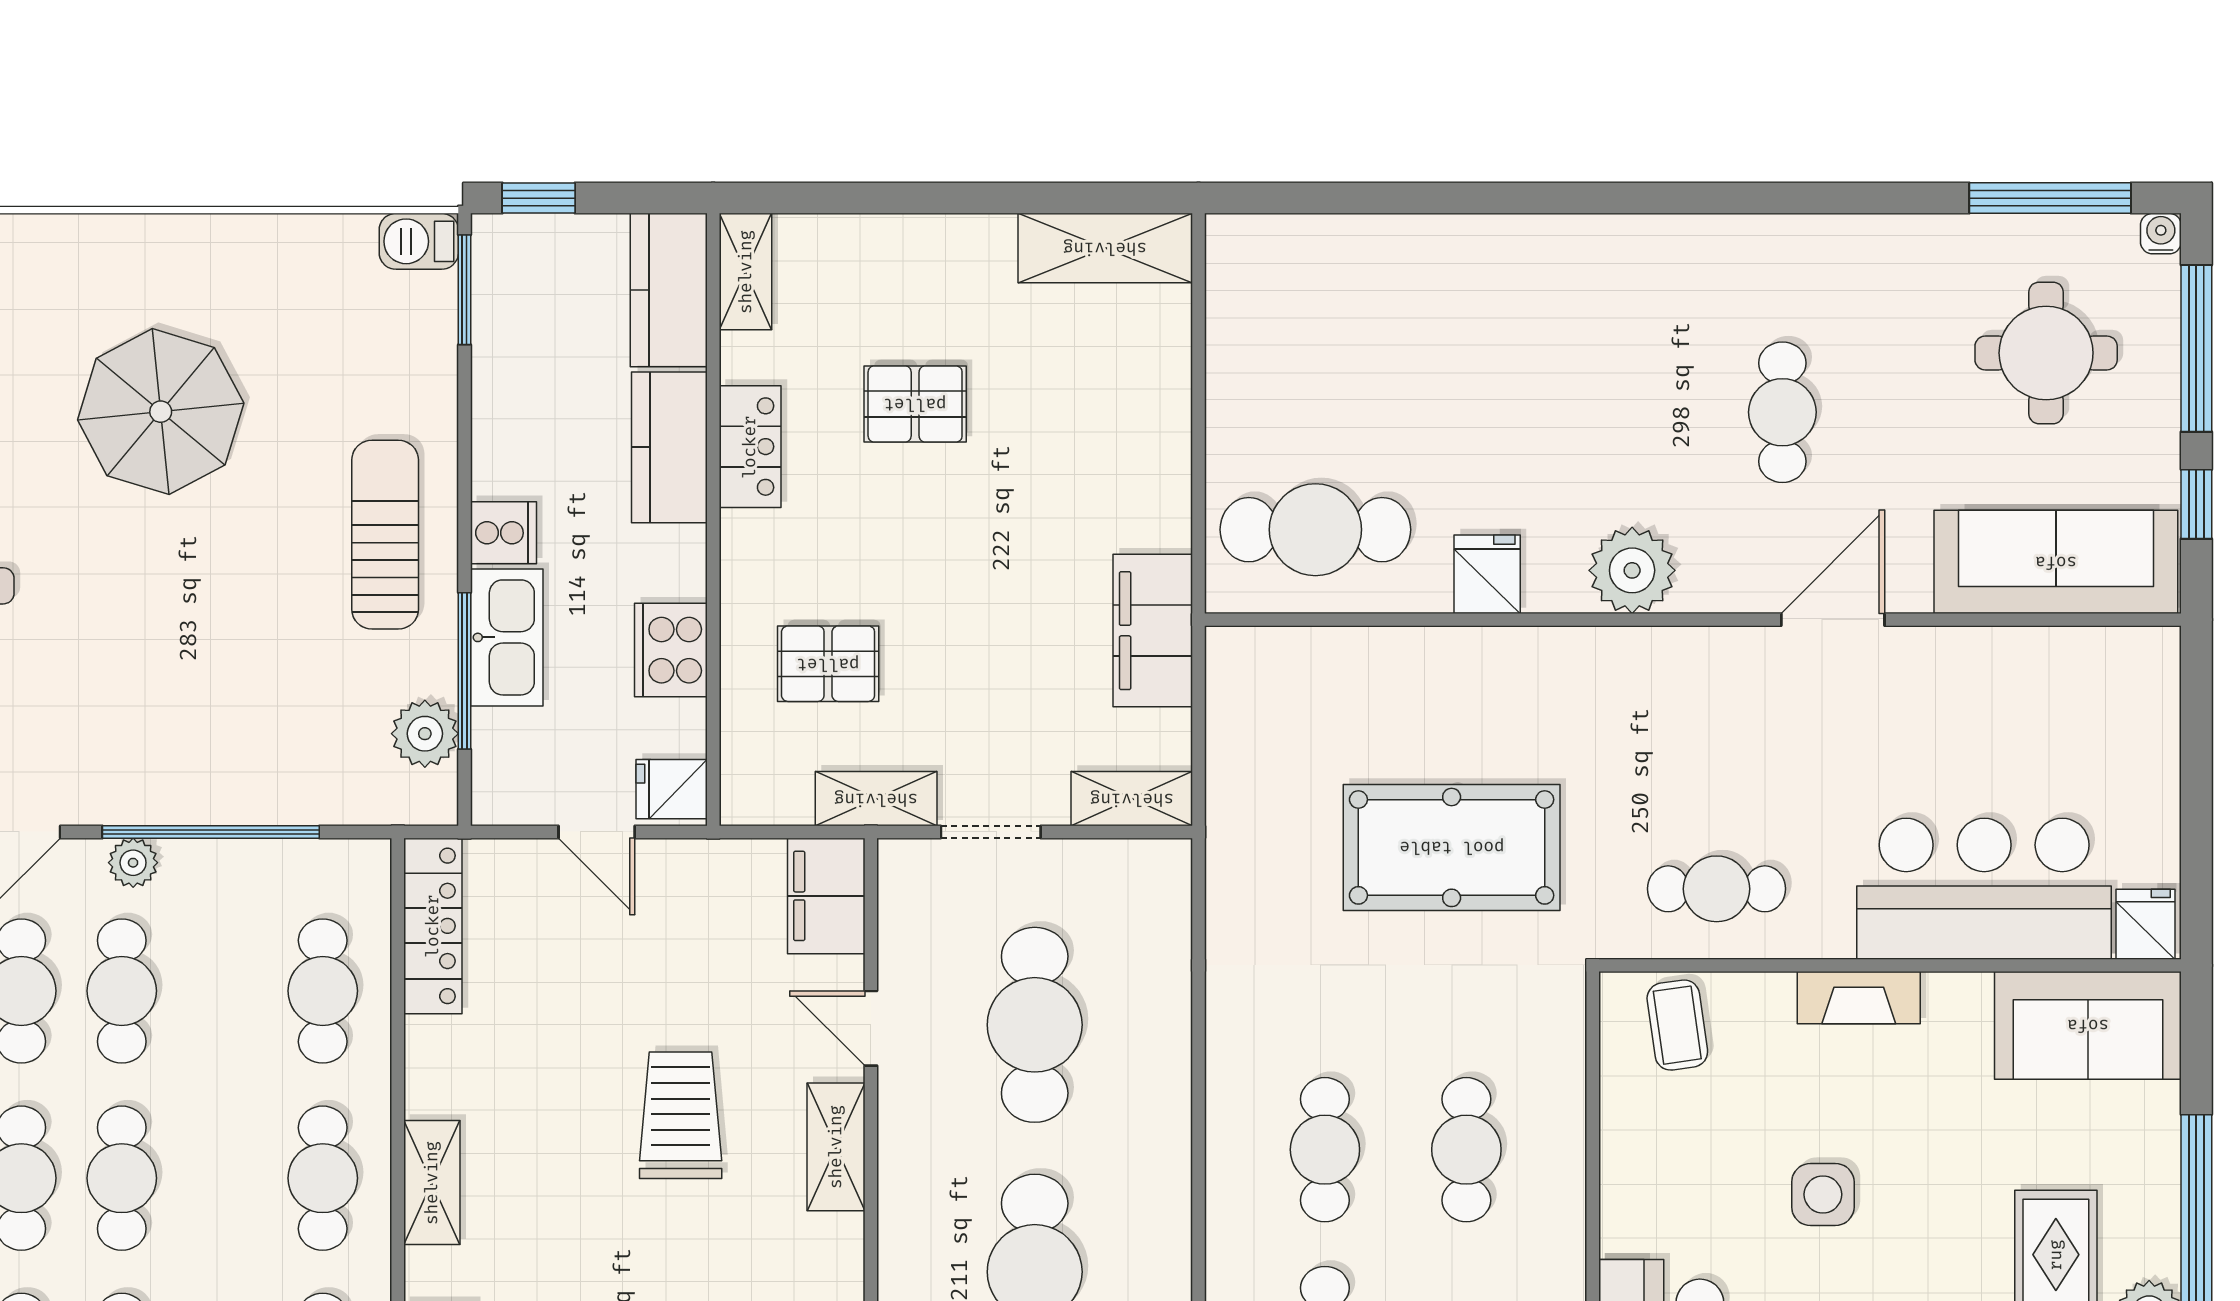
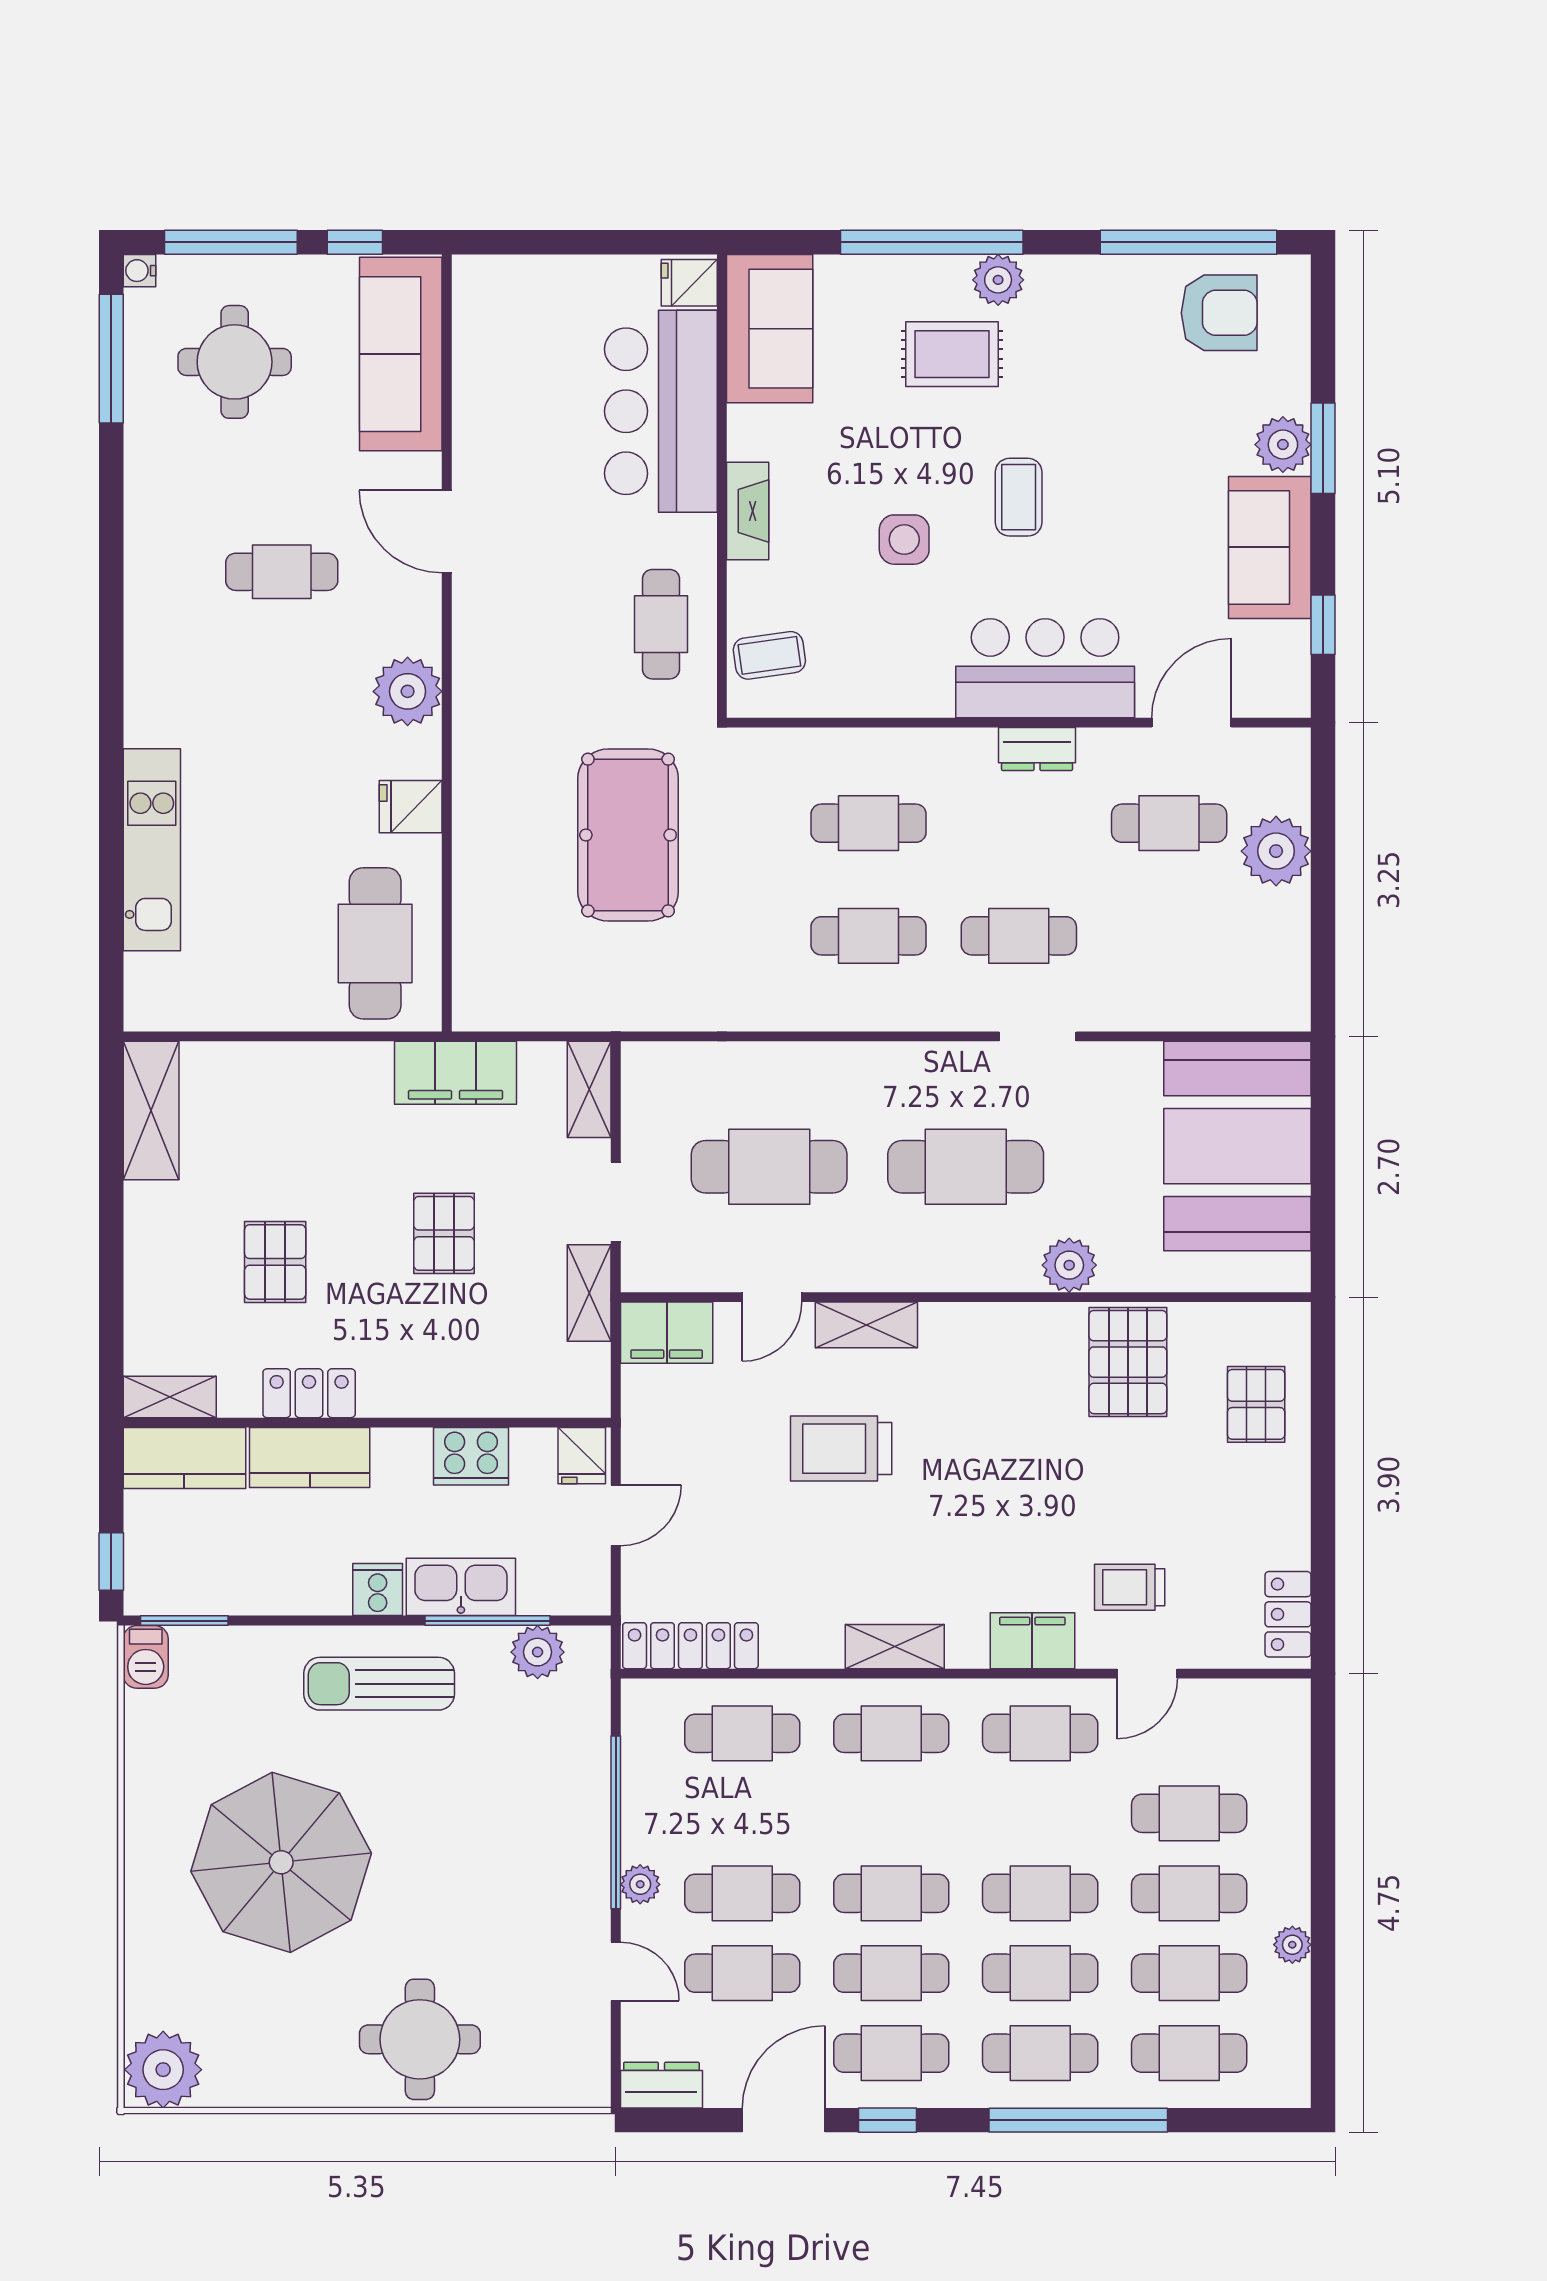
kitchen unit: (1433, 249) -> (152, 850), added
parasol: (161, 412) -> (281, 1862), width x1.36, depth x1.36
pallet: (828, 664) -> (444, 1233), moved

